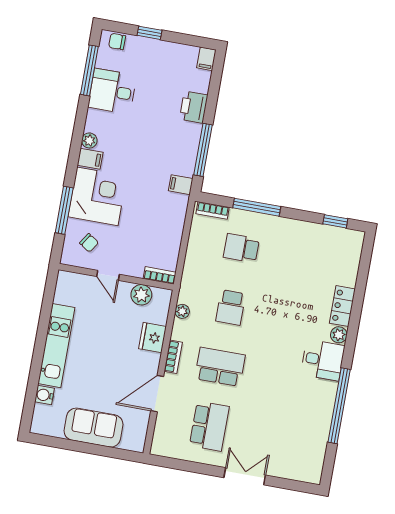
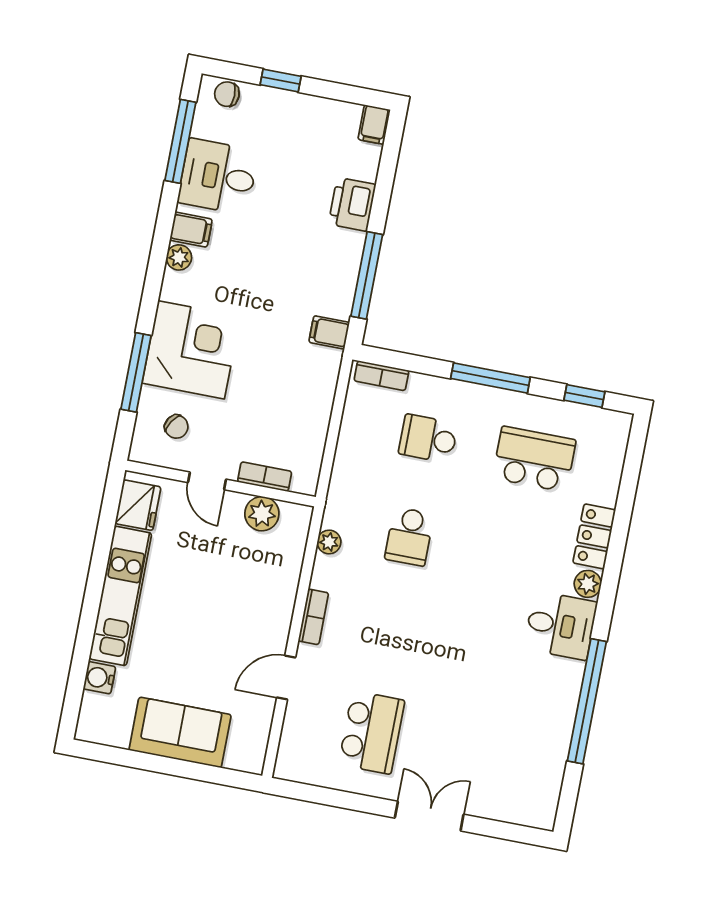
filing cabinet: (90, 159) -> (191, 230), moved
window: (257, 207) -> (490, 378), moved
bookcase: (160, 275) -> (265, 477), moved
fridge: (153, 338) -> (138, 505), moved, turned 180
school desk: (220, 367) -> (534, 459), moved
door: (157, 394) -> (286, 678), width x0.73

